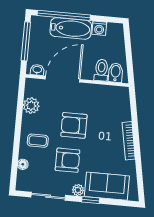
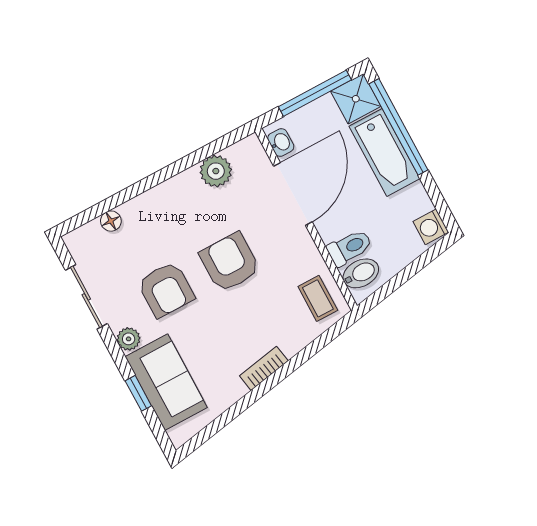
shower: (40, 26) -> (356, 99), added
washing machine: (99, 28) -> (431, 227), moved
door: (63, 79) -> (293, 194), hinge flipped
coffee table: (38, 141) -> (318, 298), moved
bookcase: (129, 141) -> (264, 368), width x0.64
window: (91, 200) -> (138, 393), moved

